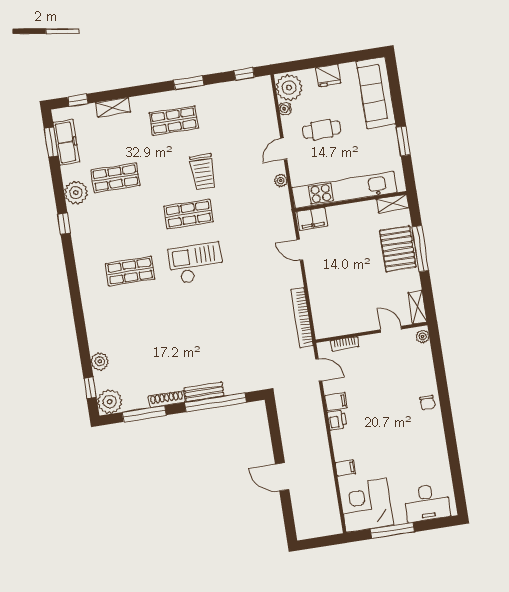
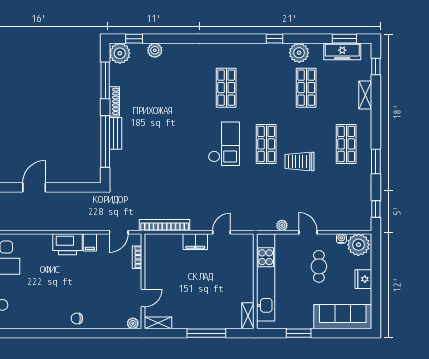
filing cabinet: (312, 219) -> (195, 242), moved, turned -90
pallet: (398, 249) -> (209, 314), removed
printer: (337, 420) -> (68, 244), width x1.87, depth x1.48
filing cabinet: (345, 468) -> (33, 241), removed

